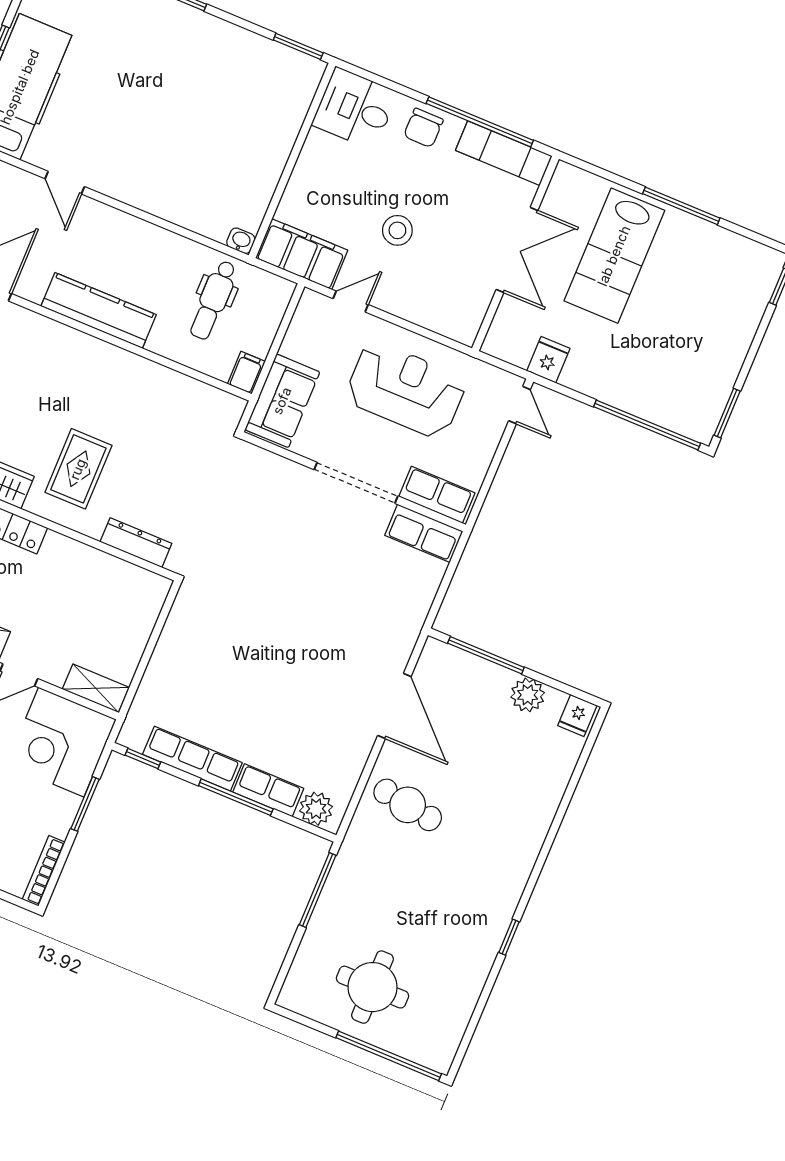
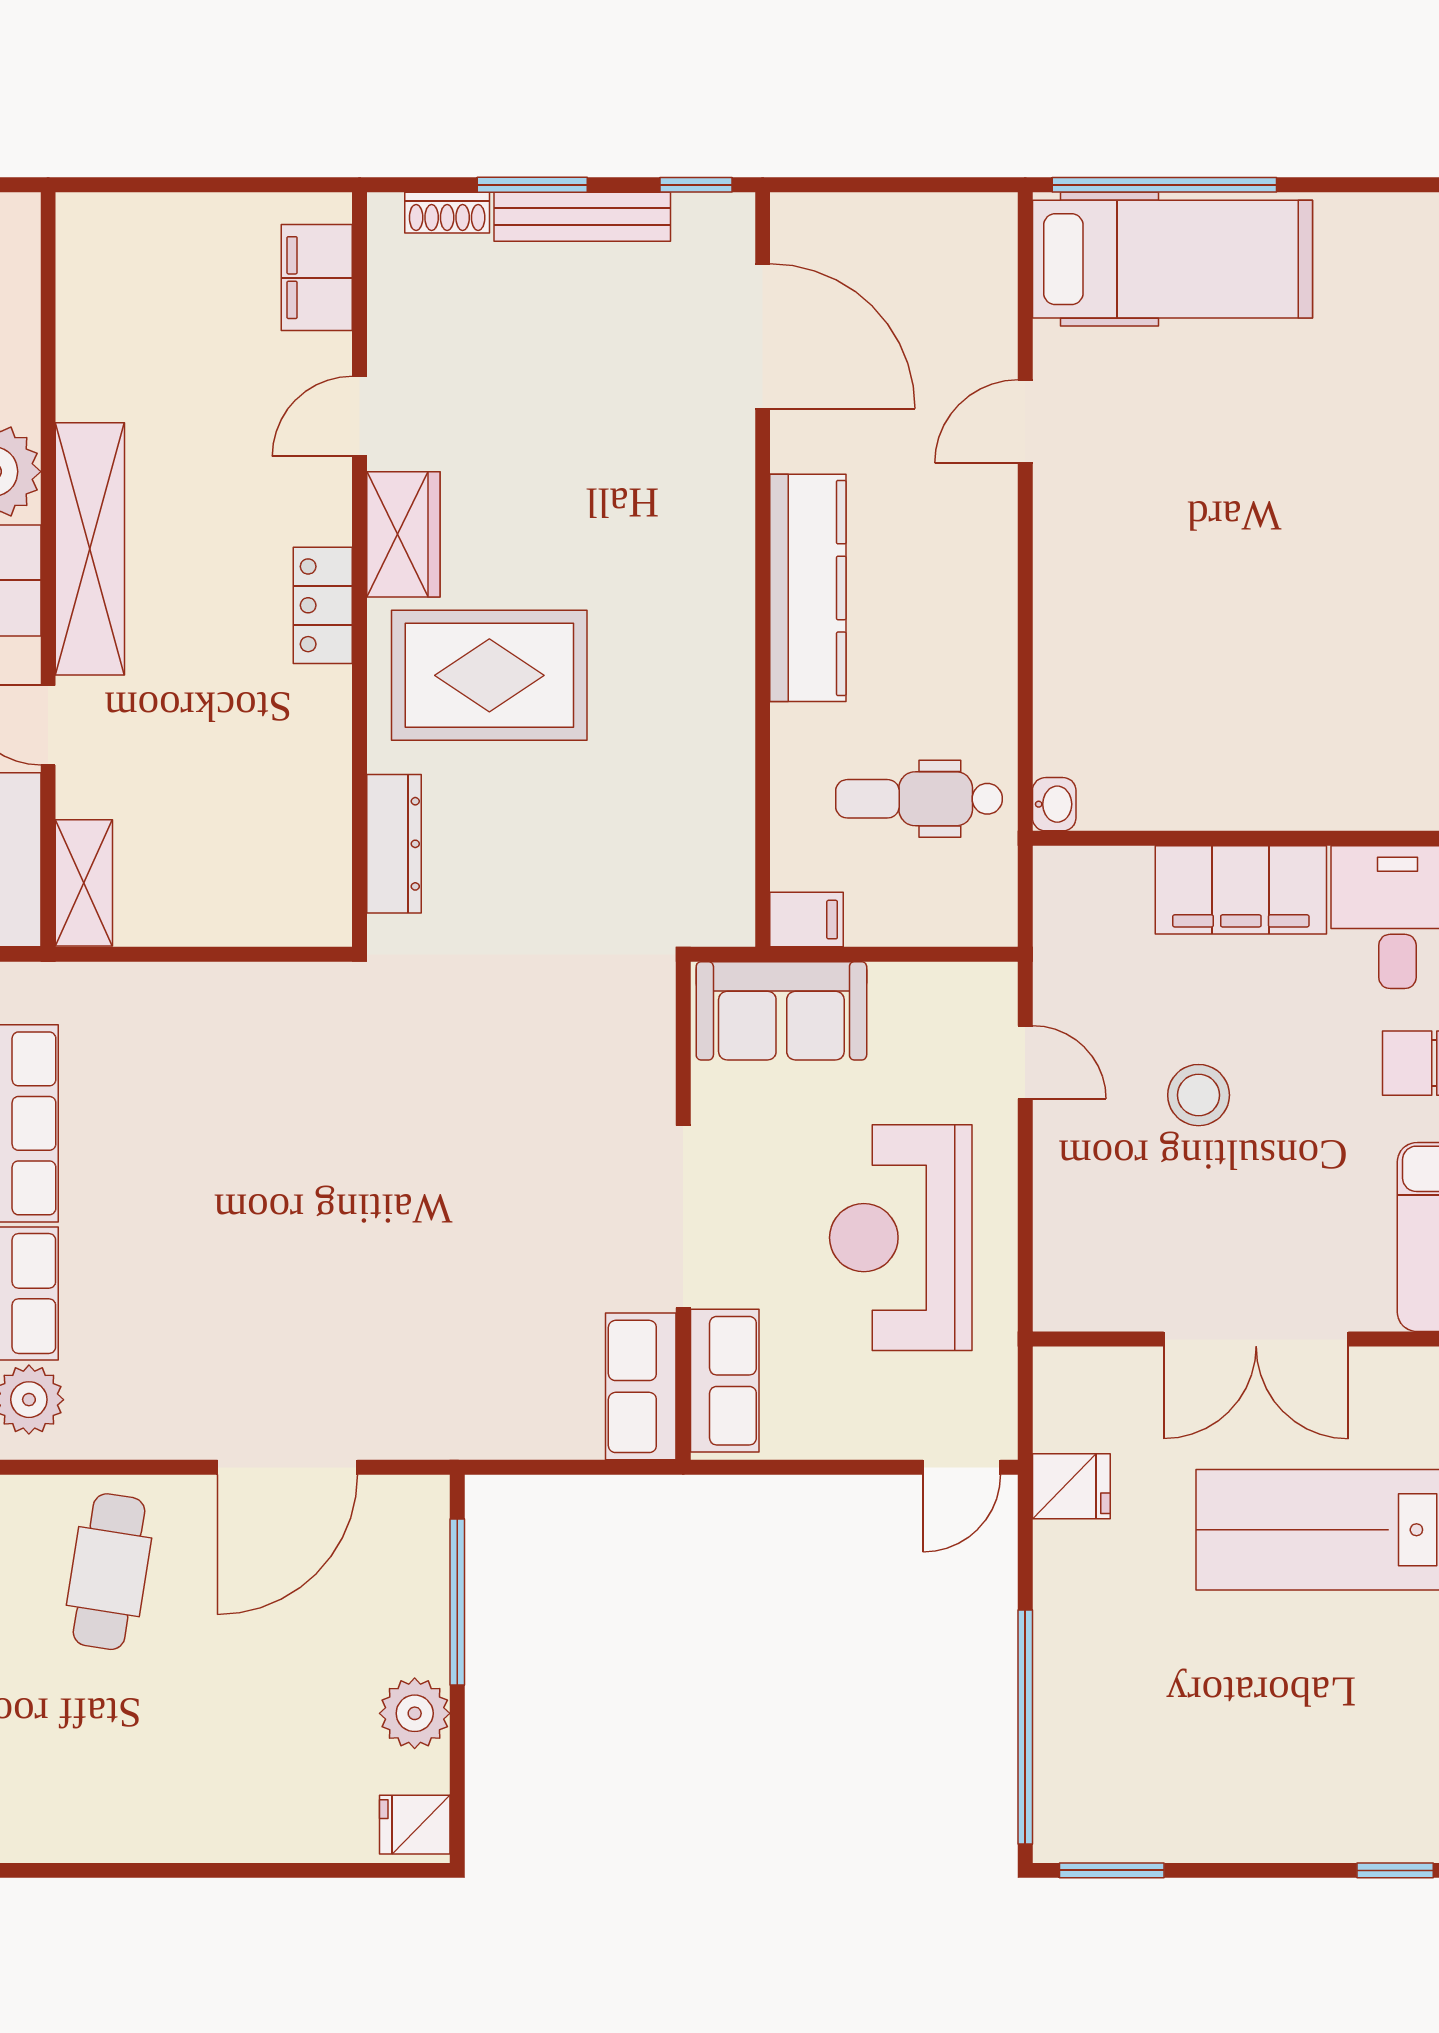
filing cabinet: (302, 254) -> (1241, 890), moved, turned 90
reception desk: (406, 390) -> (901, 1238), turned 180
rug: (78, 469) -> (489, 675), width x1.36, depth x1.43

